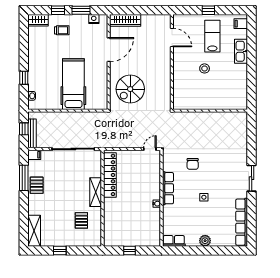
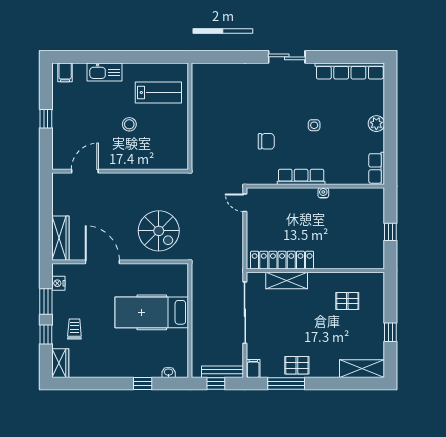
lab bench: (212, 36) -> (158, 93), moved, turned 180
shelving: (96, 192) -> (287, 280), moved

